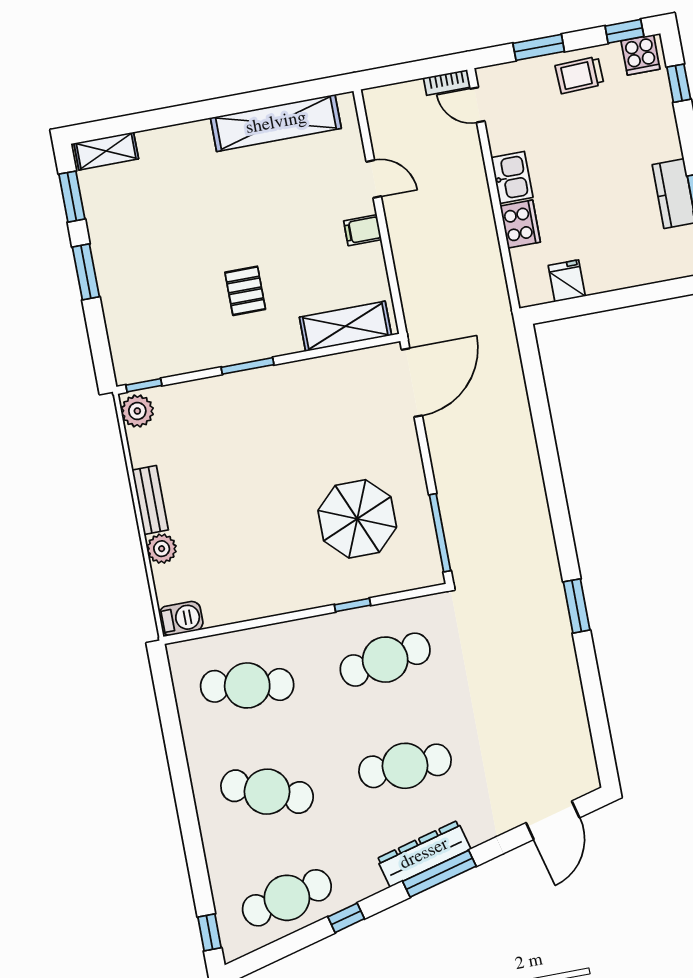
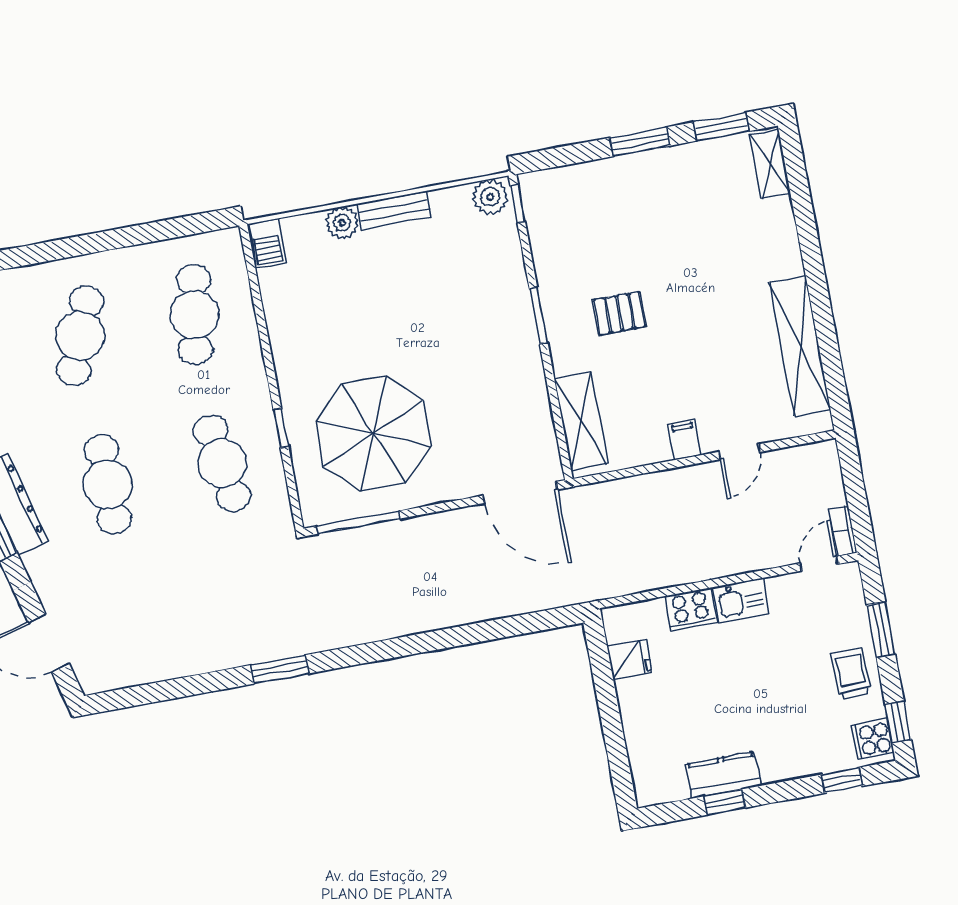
parasol: (357, 519) -> (374, 433), width x1.36, depth x1.36

